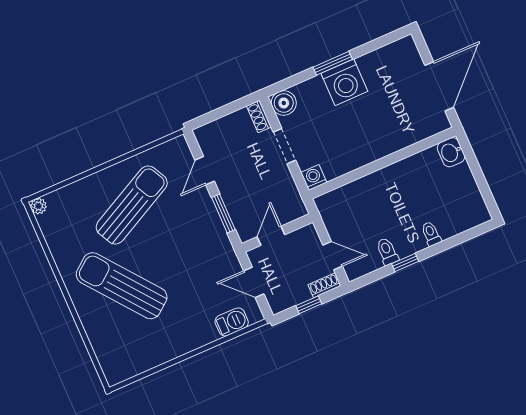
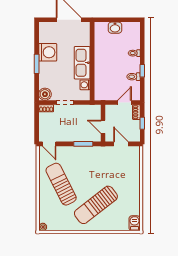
washing machine: (344, 82) -> (48, 52), moved
kitchen sink: (371, 146) -> (82, 63), added
washbasin: (451, 152) -> (115, 28), moved
door: (205, 171) -> (49, 144), moved
washing machine: (314, 177) -> (85, 85), moved
door: (254, 282) -> (121, 144), swing flipped
barbecue: (232, 322) -> (135, 223), moved

